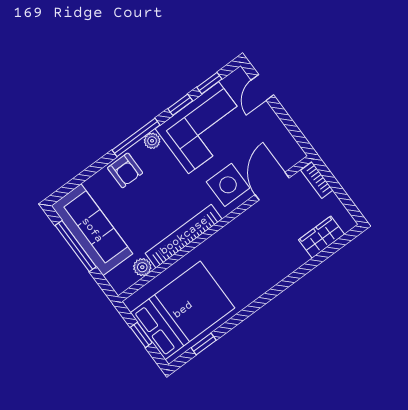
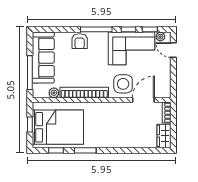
door: (262, 87) -> (173, 50), hinge flipped
plant: (152, 141) -> (160, 37), moved
wardrobe: (321, 237) -> (164, 136), moved, turned -90
window: (76, 246) -> (30, 73), moved
window: (244, 314) -> (85, 150), added

